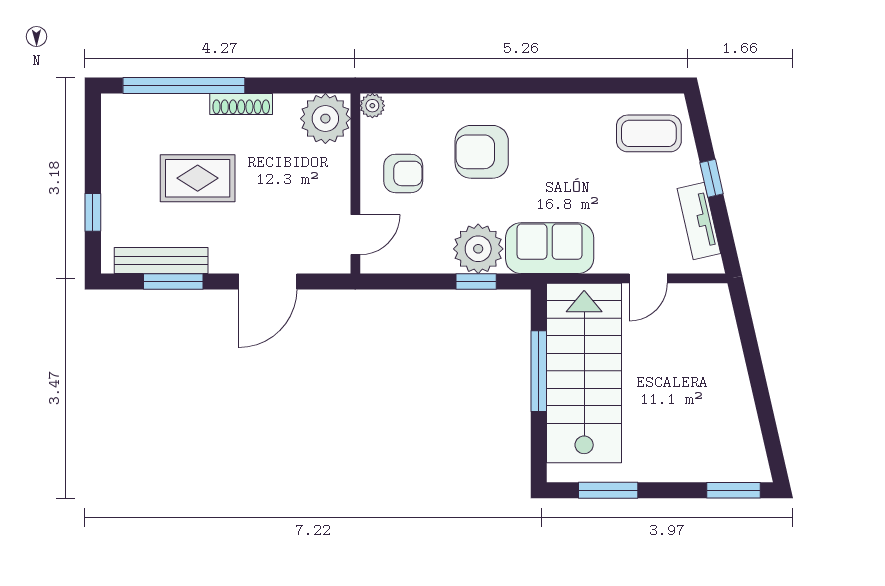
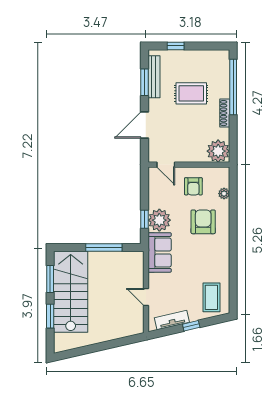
plant: (372, 106) -> (224, 194), moved
rug: (198, 178) -> (191, 93), turned 90
door: (268, 282) -> (144, 125), hinge flipped
stairs: (584, 373) -> (71, 292), moved, turned -90
window: (734, 490) -> (50, 316), moved

